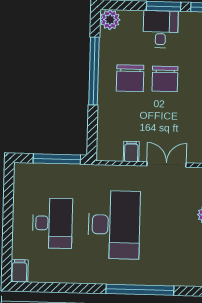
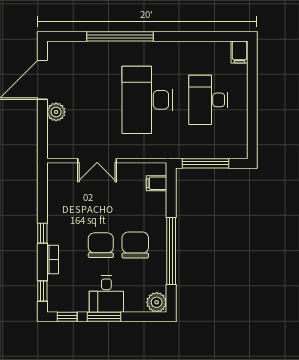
filing cabinet: (131, 151) -> (157, 183), moved, turned 90

